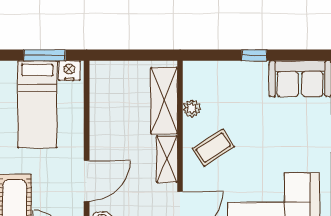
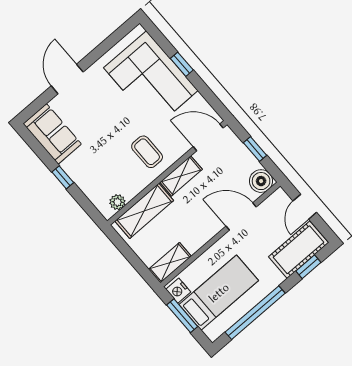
shelving: (100, 84) -> (170, 263), added
plant: (192, 108) -> (117, 202), moved
coffee table: (213, 148) -> (147, 152), turned 33

